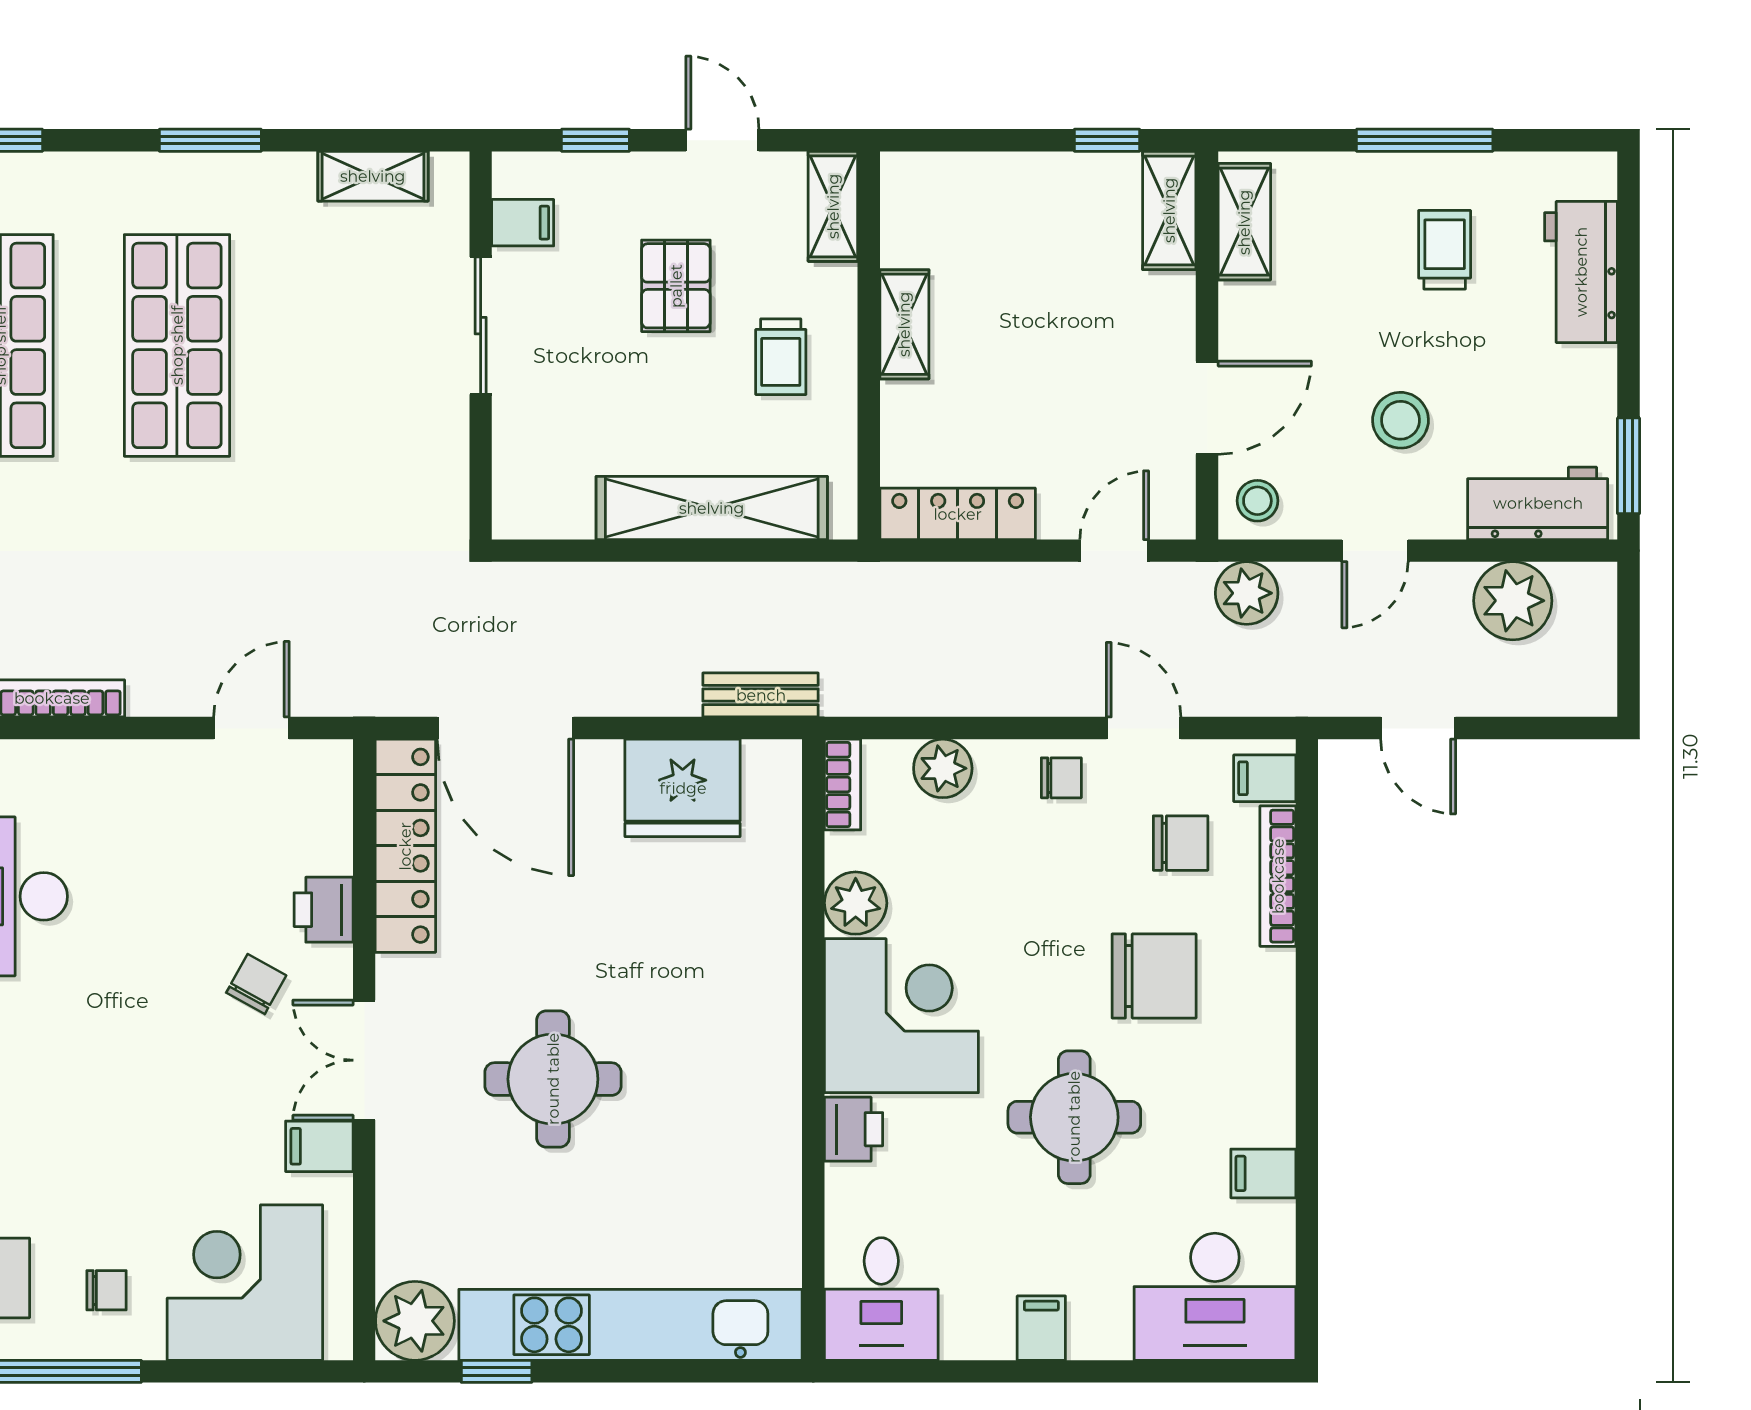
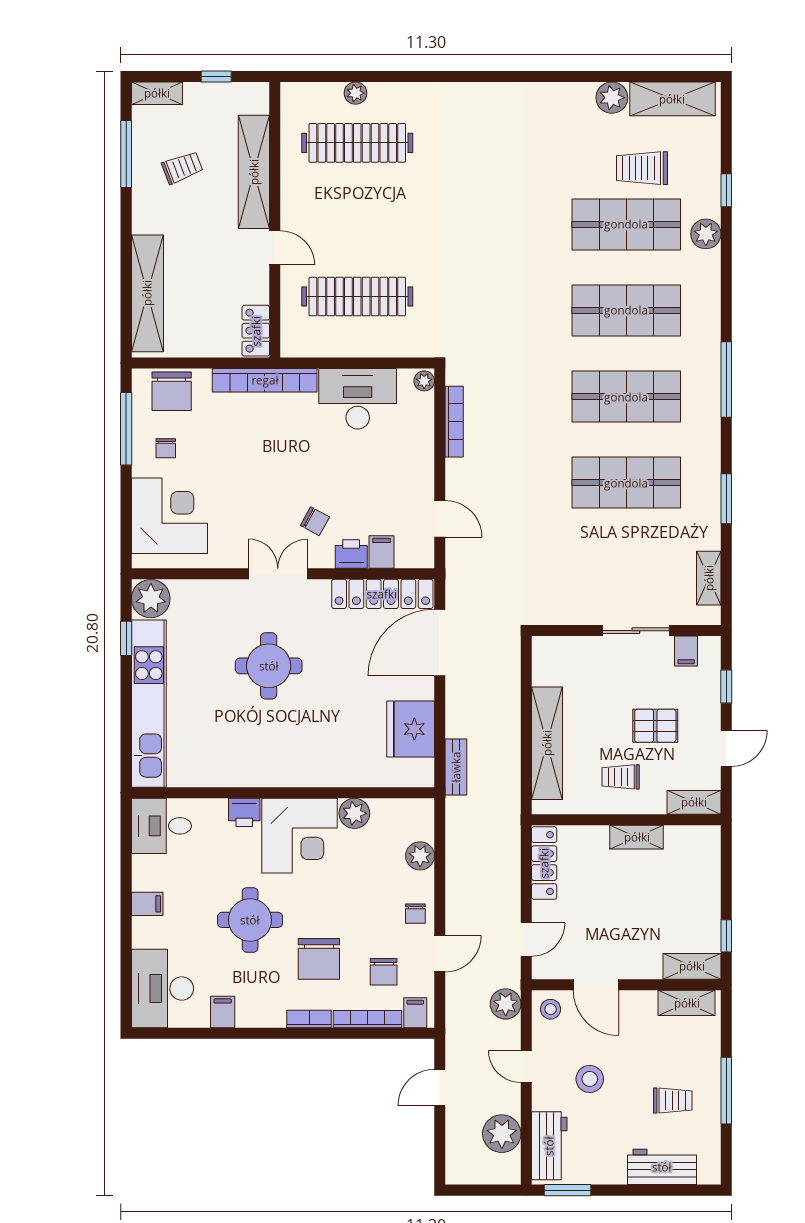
door: (1114, 551) -> (526, 939), hinge flipped
bookcase: (843, 785) -> (309, 1019), moved, turned 180
filing cabinet: (319, 1146) -> (382, 552), moved

